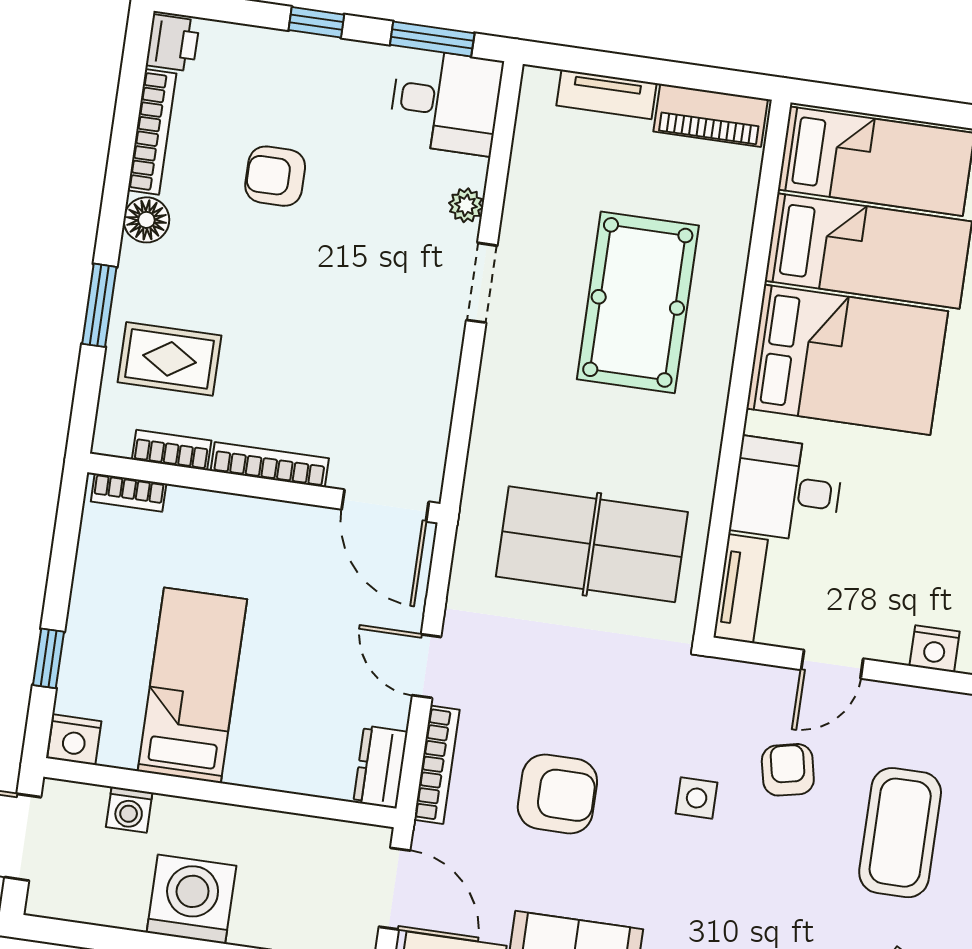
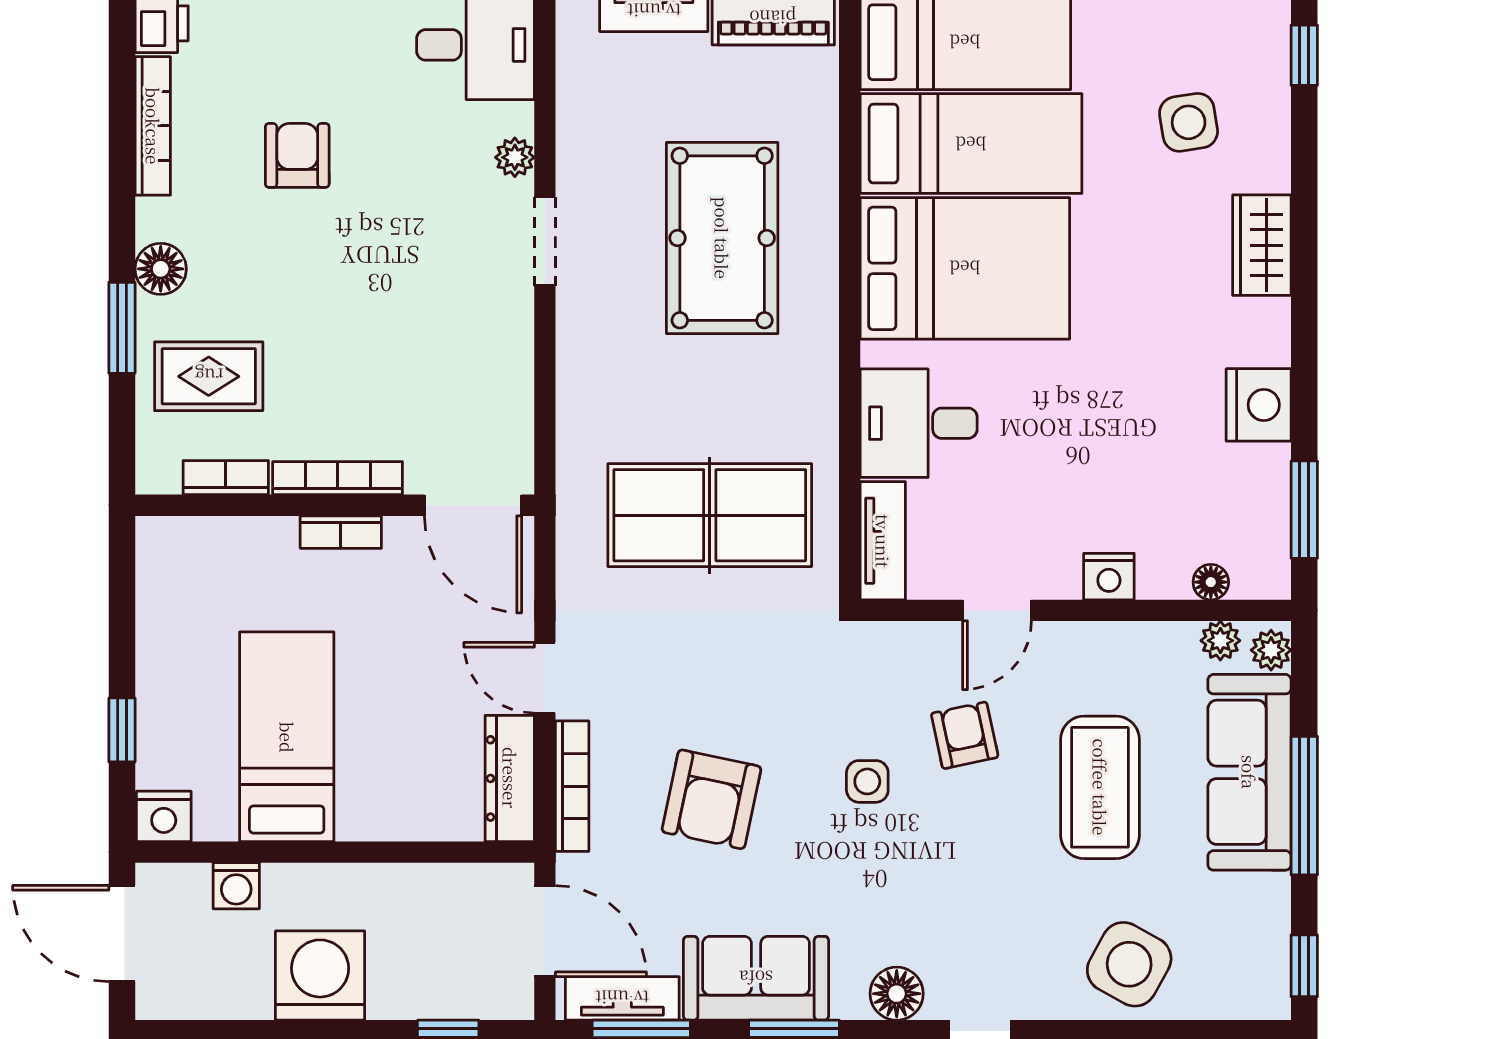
armchair: (275, 176) -> (297, 155), turned 90
floor lamp: (146, 220) -> (161, 269), moved
bookcase: (129, 493) -> (341, 532), moved
dresser: (380, 767) -> (510, 778), width x1.44
armchair: (557, 794) -> (711, 799), turned 102

